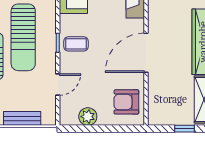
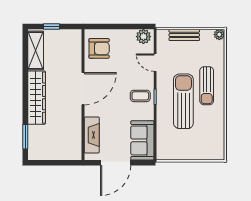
door: (58, 85) -> (155, 63), hinge flipped
plant: (88, 117) -> (143, 37), moved

